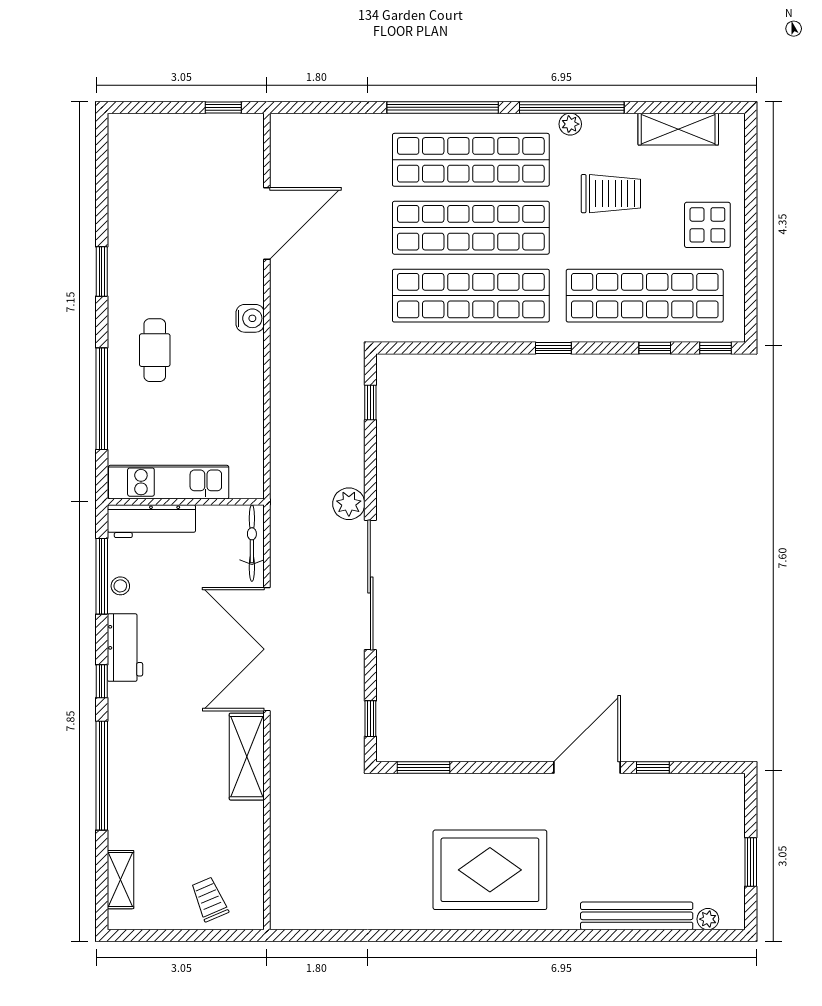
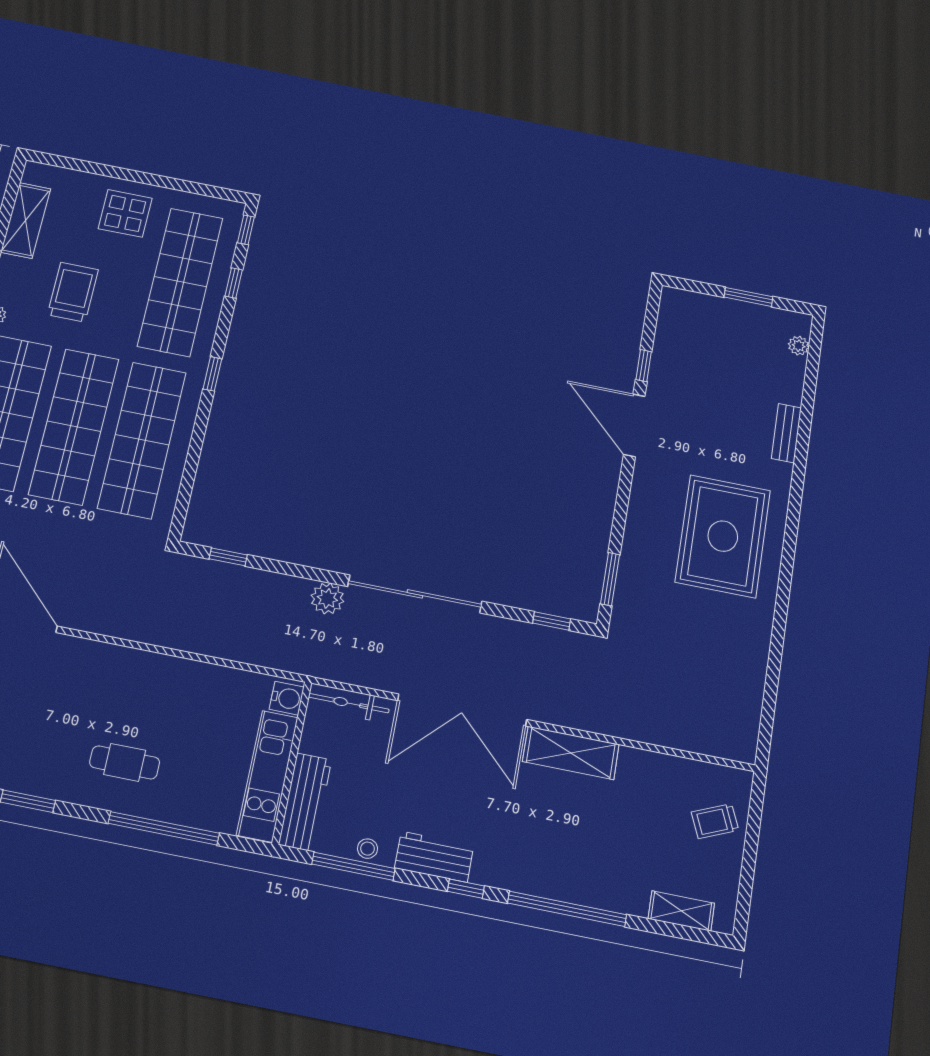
water cooler: (250, 318) -> (287, 698), moved, turned 90
bench: (637, 916) -> (786, 433), width x0.54, depth x0.82

